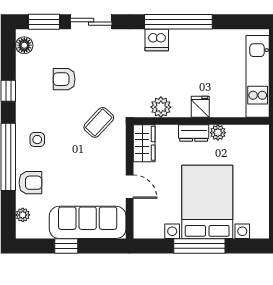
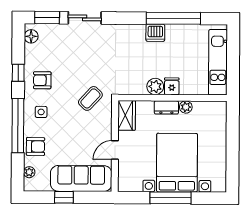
window: (178, 22) -> (173, 18), moved
dishwasher: (157, 40) -> (155, 33), moved
armchair: (64, 79) -> (42, 80), moved
plant: (161, 107) -> (155, 87), moved
door: (130, 187) -> (115, 150), swing flipped

